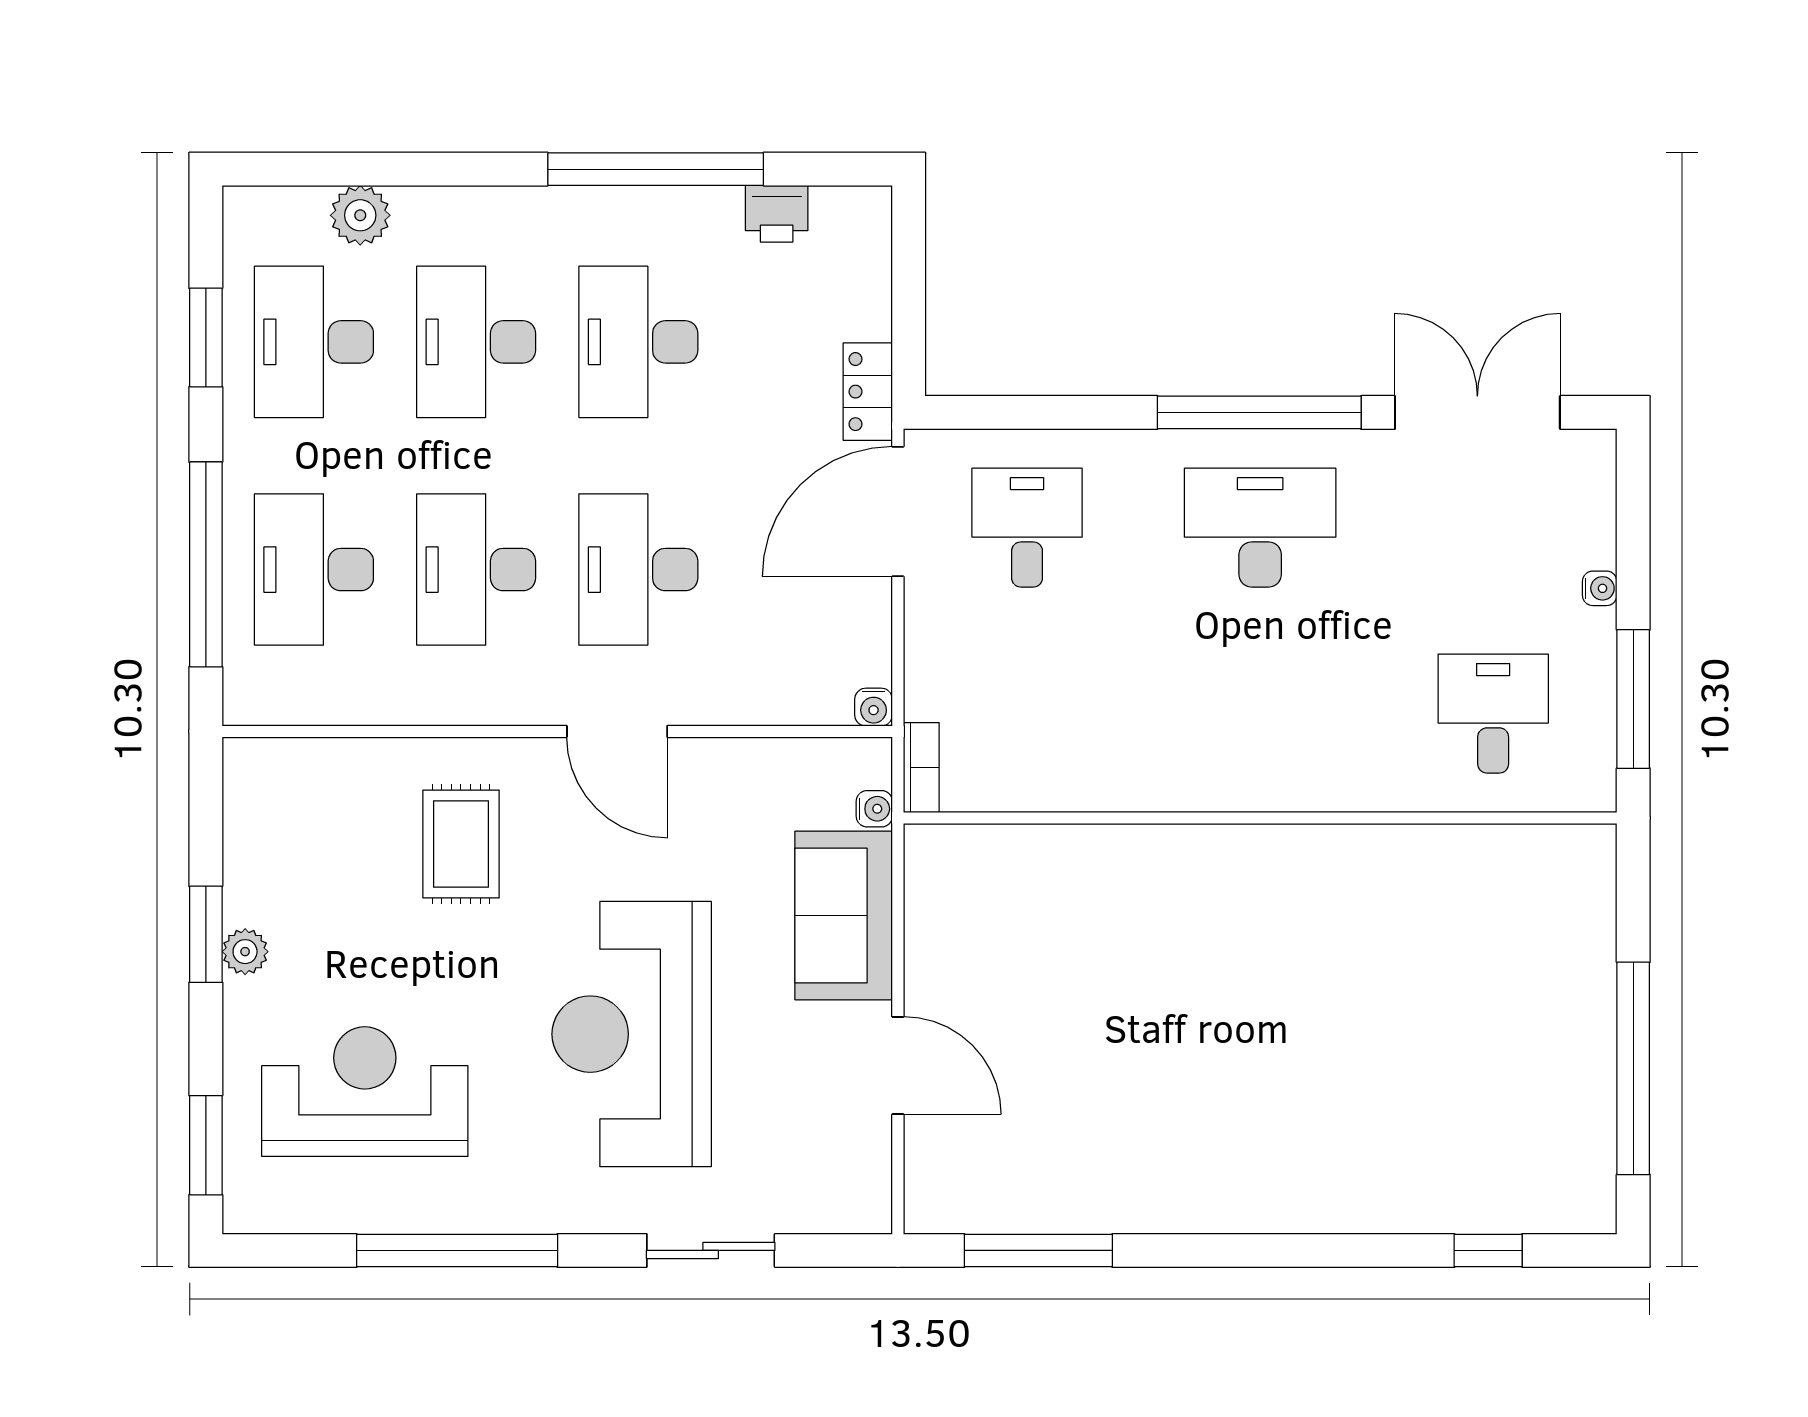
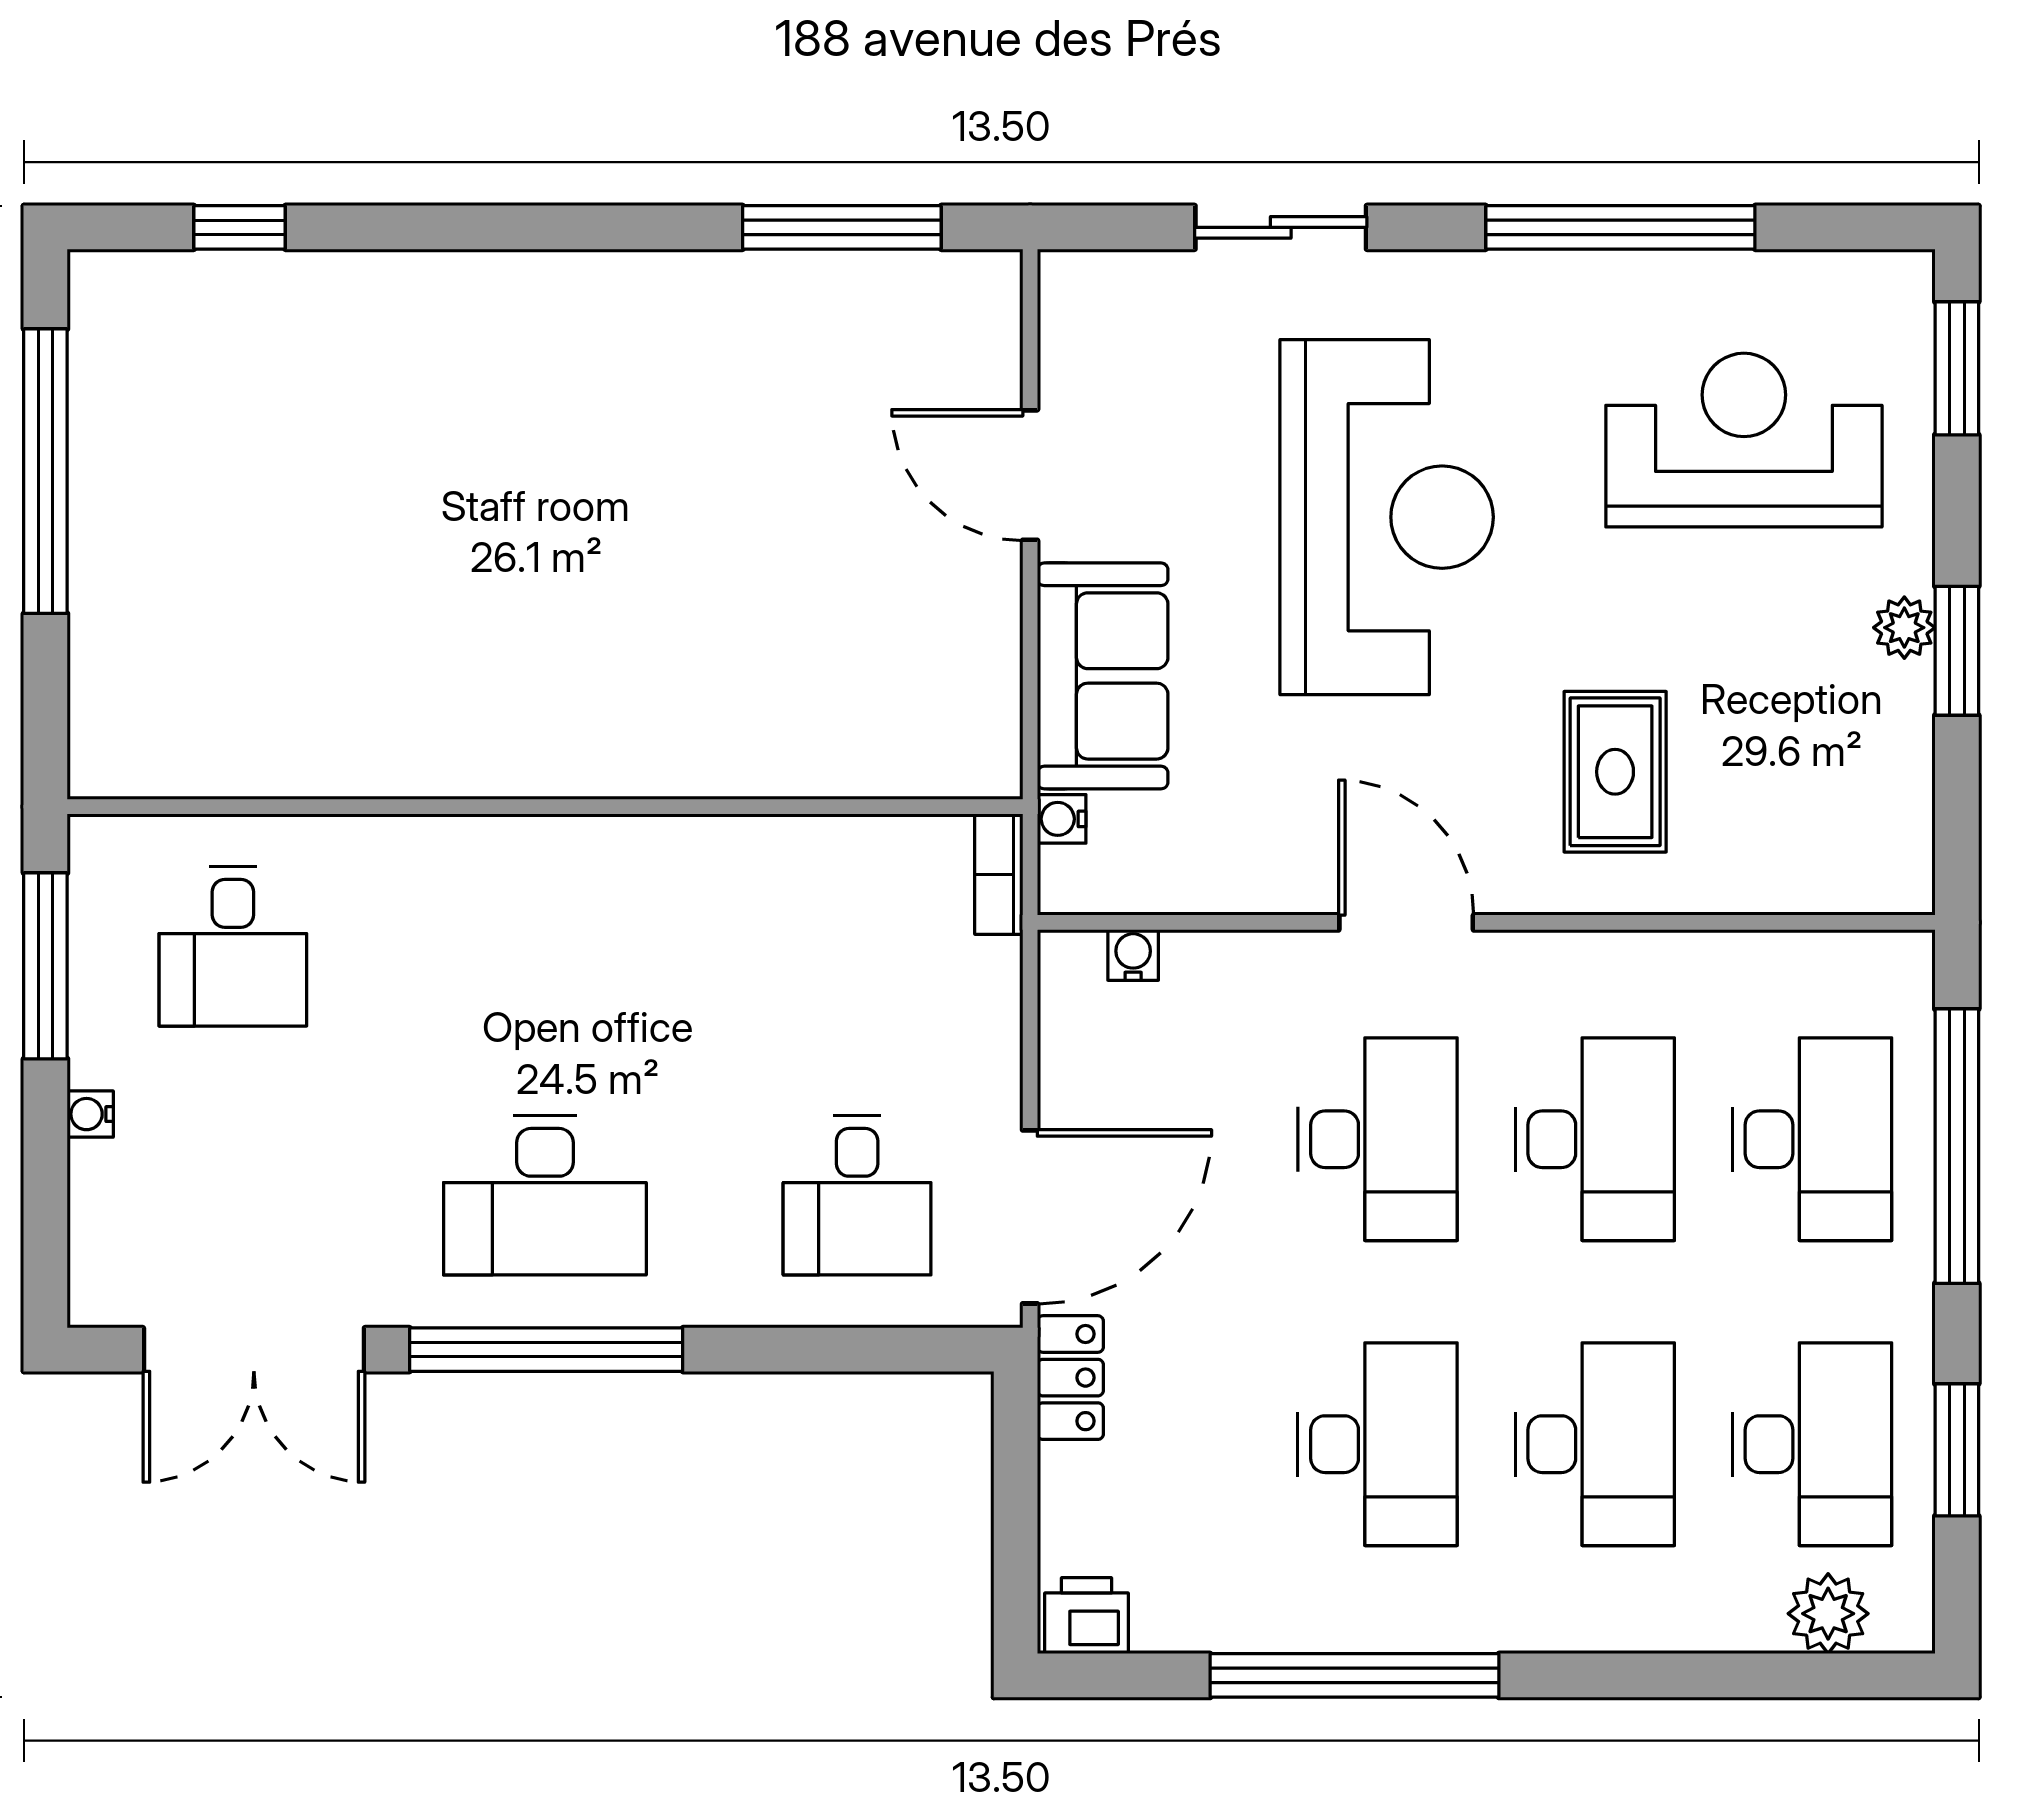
printer: (777, 214) -> (1087, 1616), moved
plant: (360, 215) -> (1828, 1614), moved
water cooler: (874, 707) -> (1133, 955), moved
reception desk: (365, 1092) -> (1744, 440), turned 180

